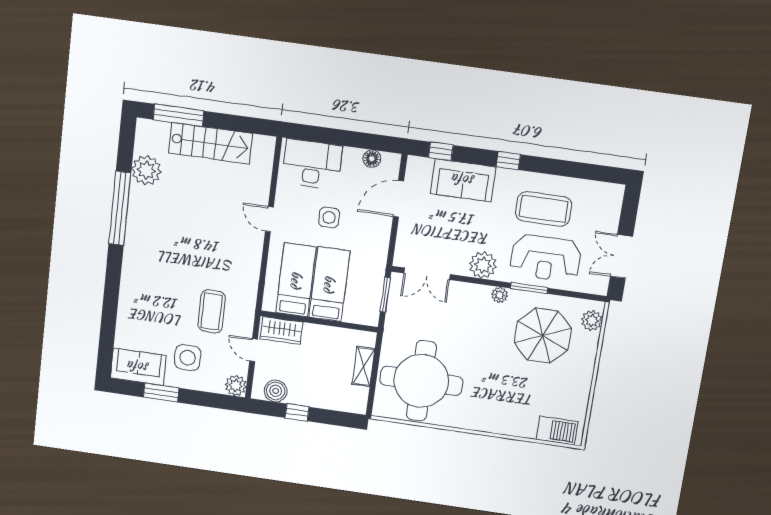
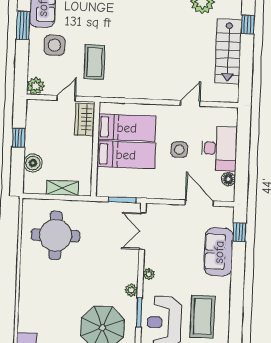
window: (178, 115) -> (248, 25), width x0.46
window: (508, 161) -> (237, 285), removed
desk: (312, 164) -> (219, 148), moved
door: (269, 219) -> (190, 103), moved
plant: (483, 265) -> (149, 274), width x0.53, depth x0.53
coffee table: (212, 311) -> (94, 62), turned 90
round table: (421, 381) -> (55, 235), width x0.73, depth x0.73
boiler: (276, 391) -> (33, 163), moved

